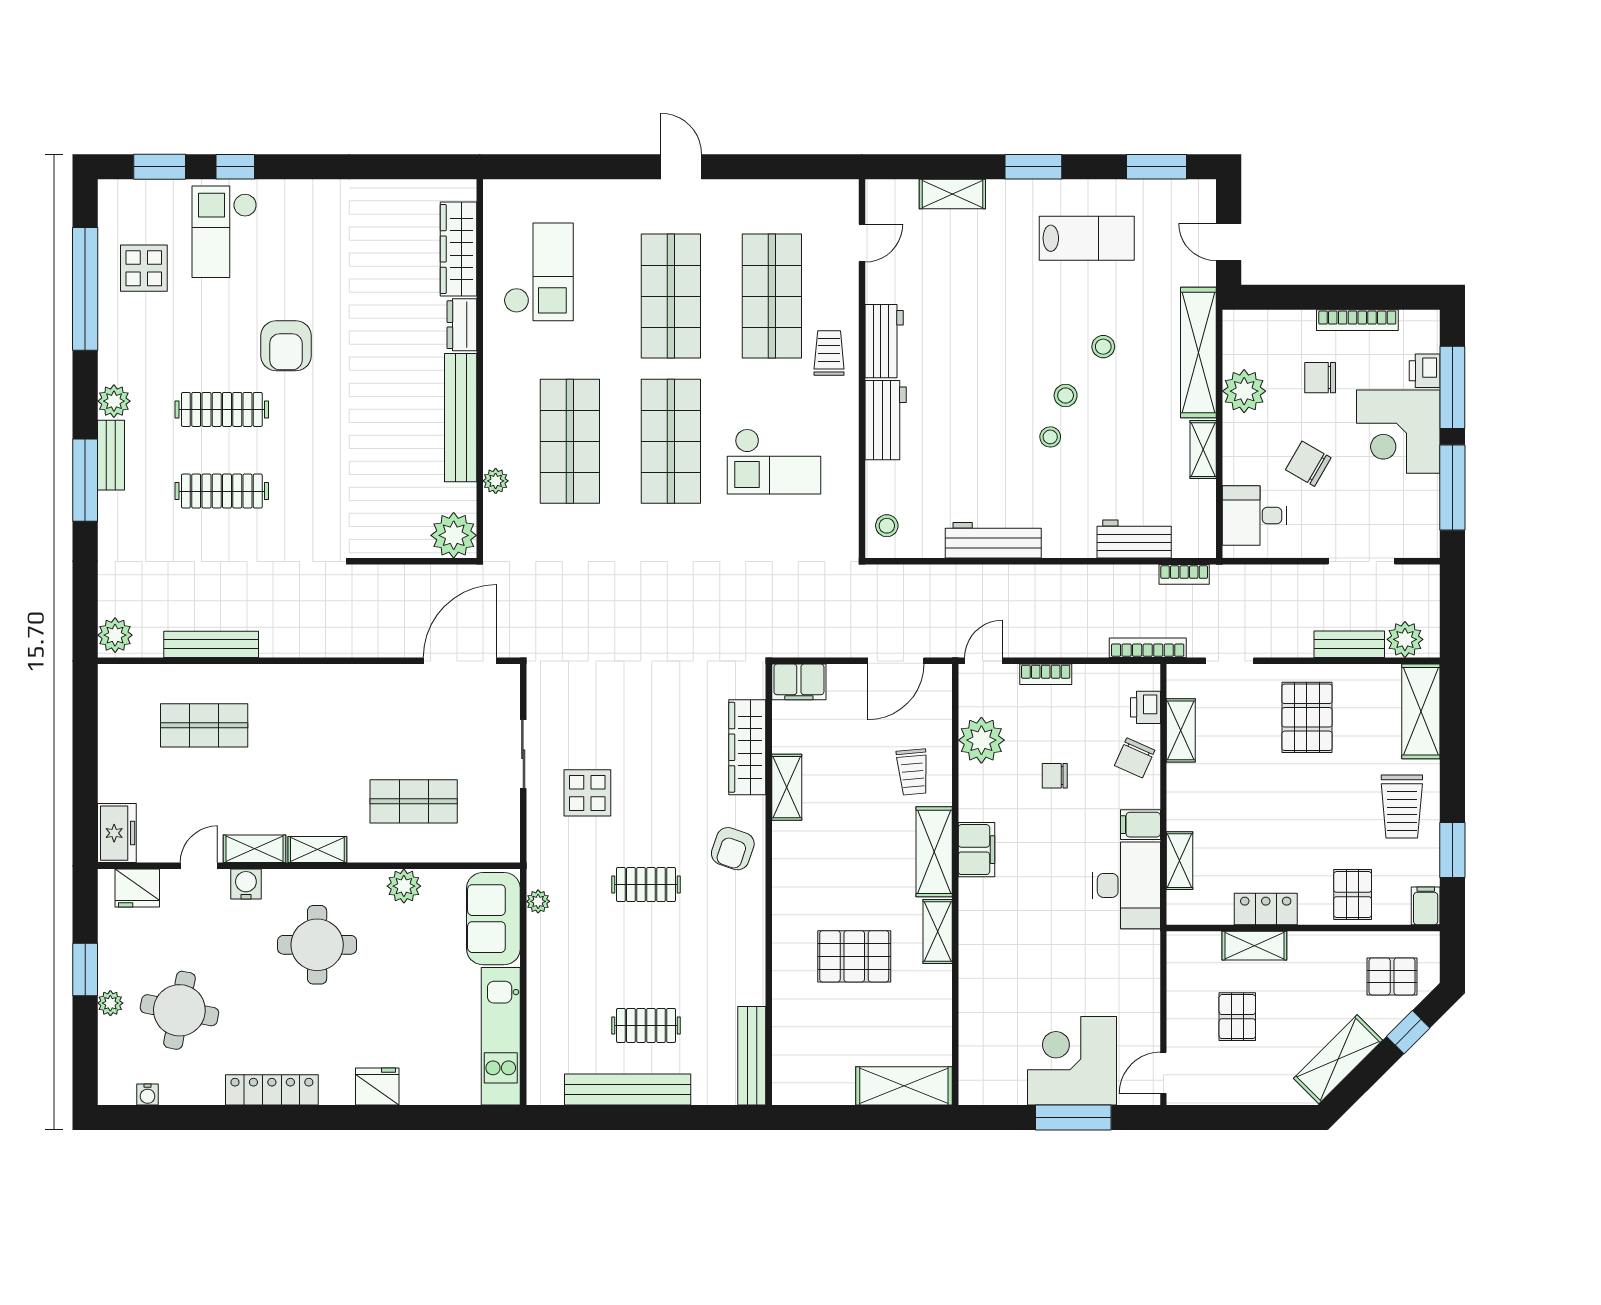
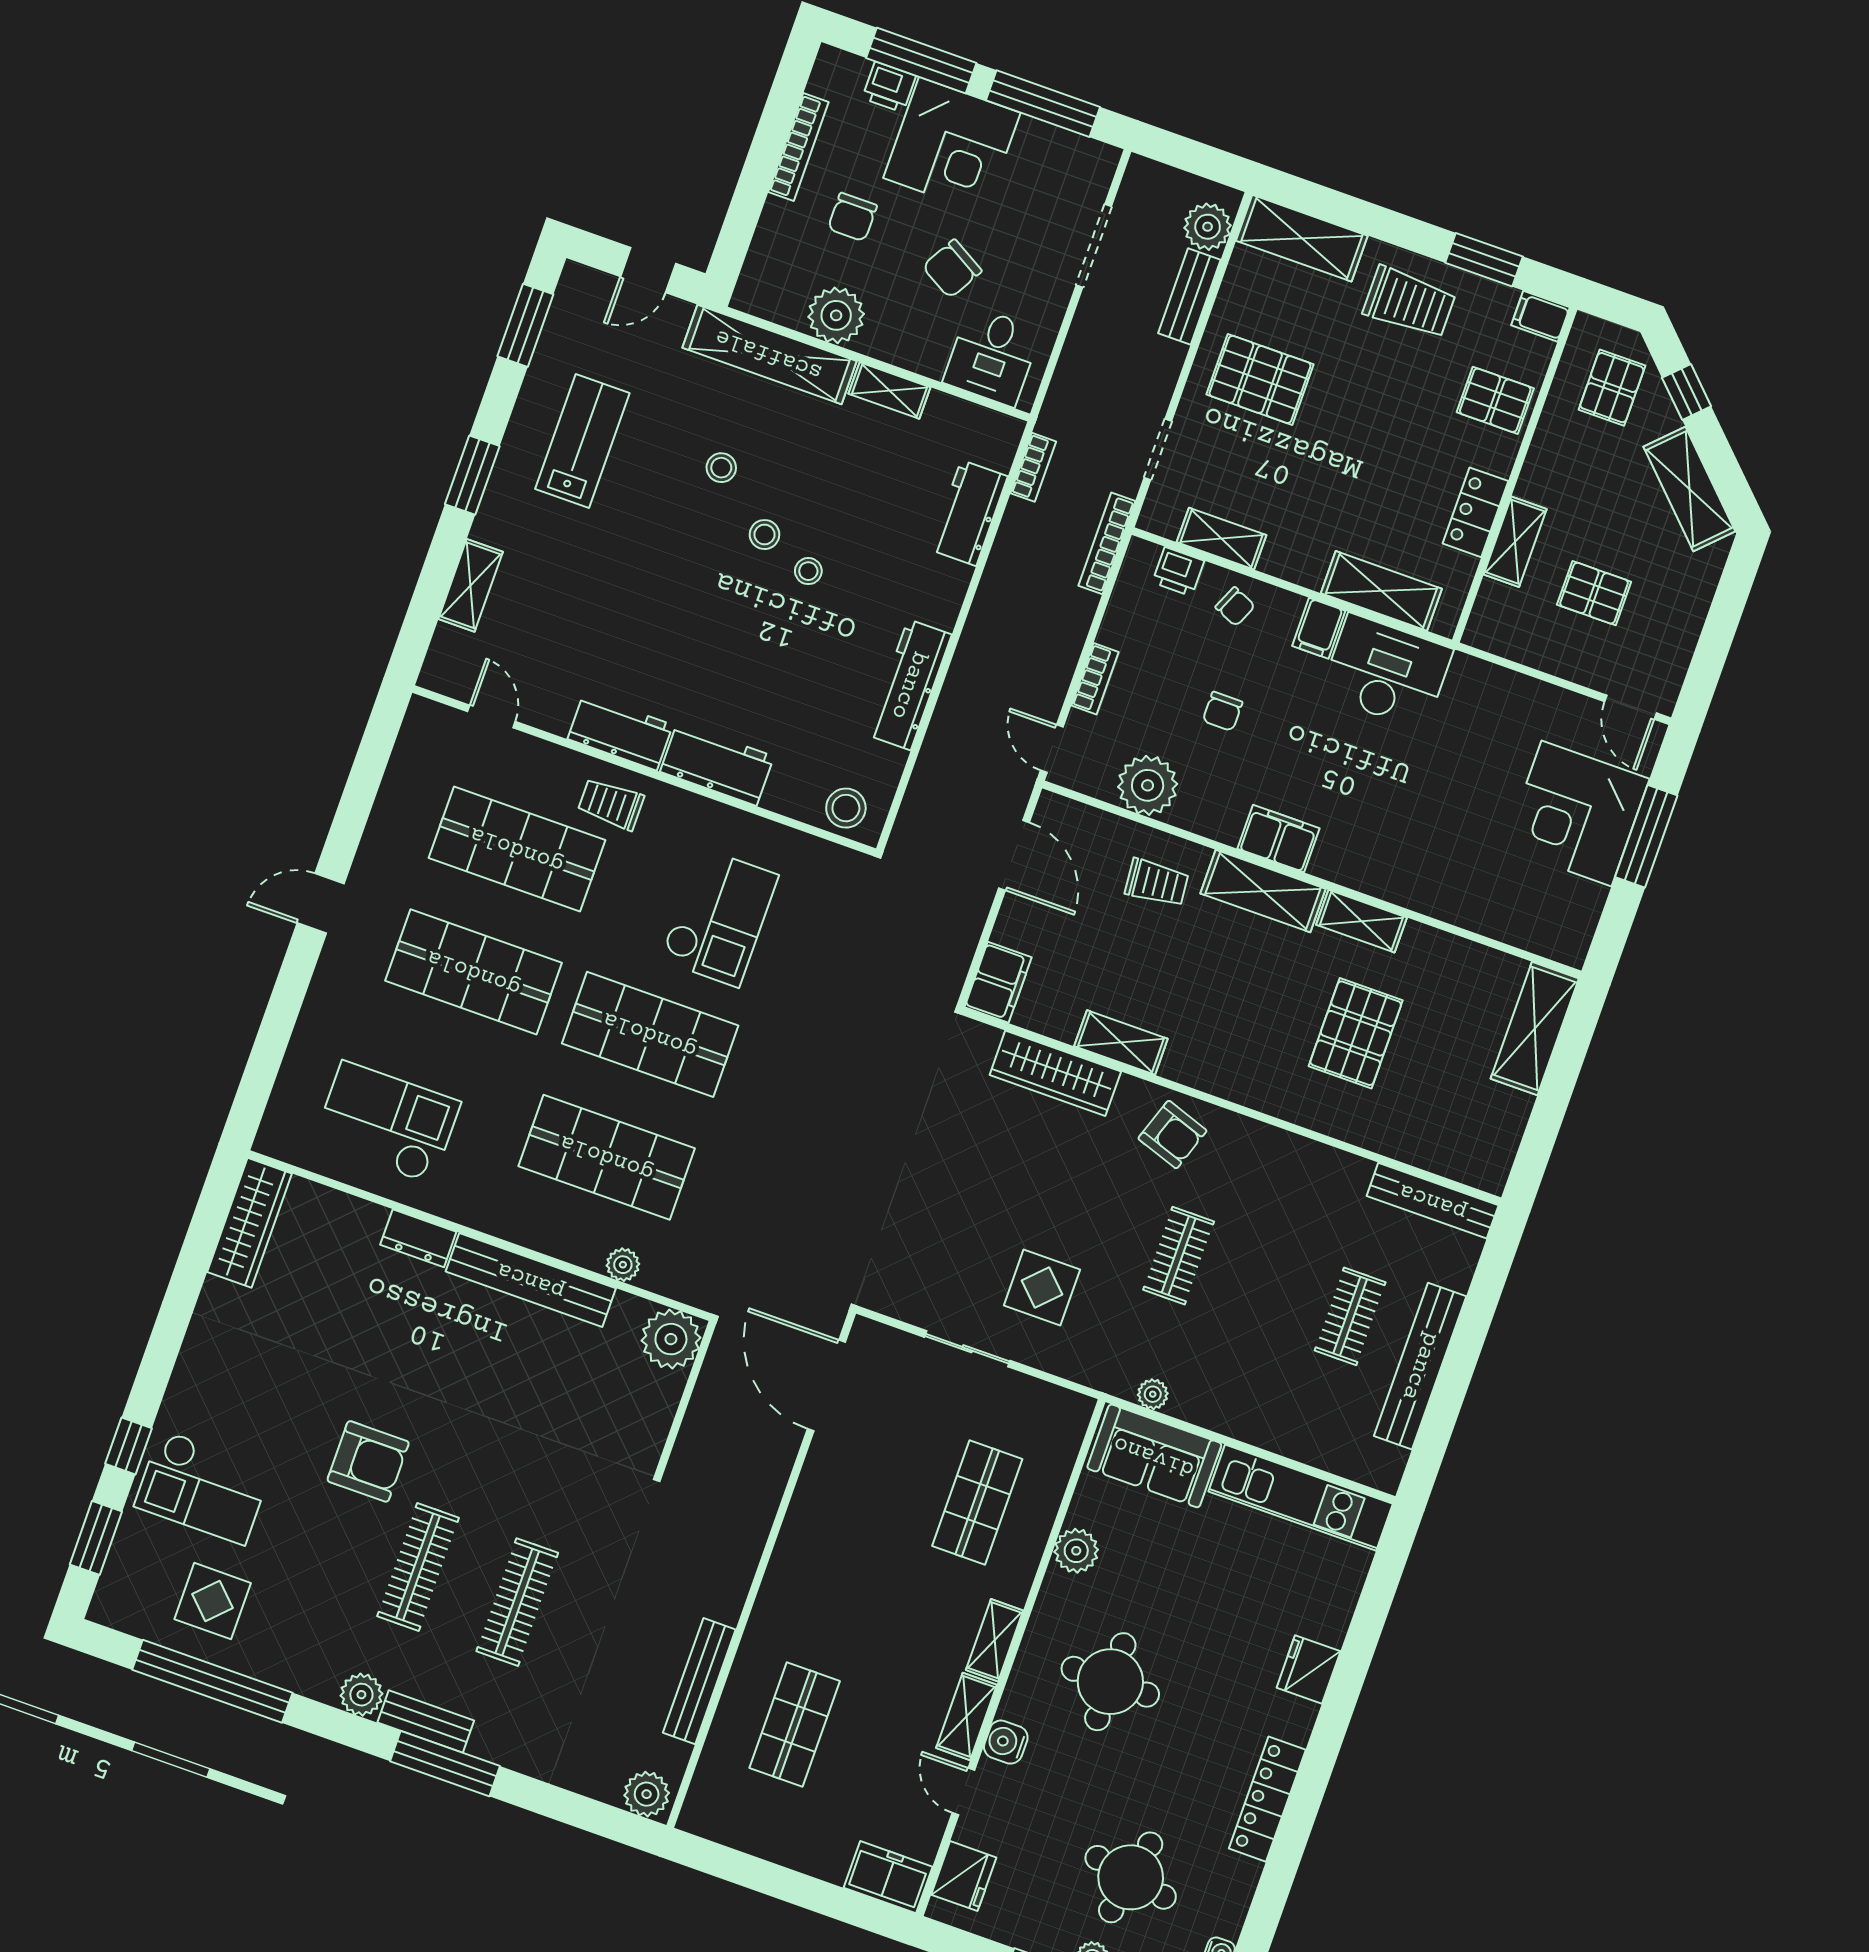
wardrobe: (458, 249) -> (249, 1223), moved, turned -90
stool: (887, 526) -> (846, 808), width x1.37, depth x1.37
chair: (1135, 758) -> (1235, 607), width x0.73, depth x0.73
shelving: (1180, 861) -> (1381, 591), width x1.50, depth x1.33

